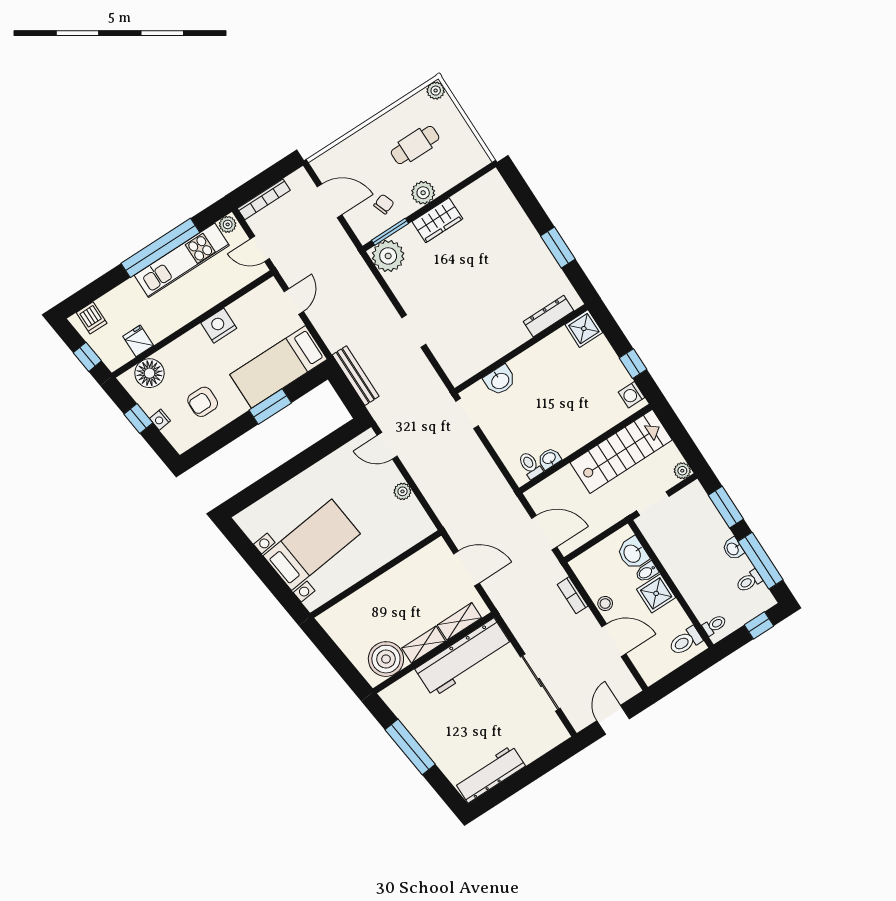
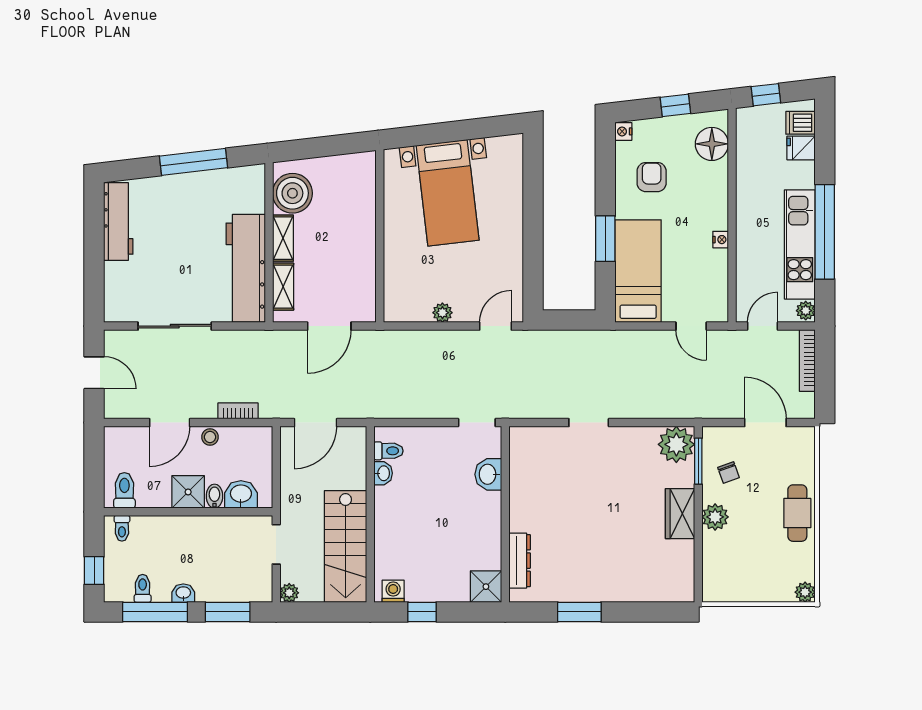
cafe table: (415, 145) -> (797, 513), moved
door: (330, 201) -> (765, 423), swing flipped
nightstand: (219, 326) -> (721, 240), width x0.53, depth x0.56
fridge: (138, 341) -> (801, 148), moved, turned 180
bench: (356, 376) -> (582, 339), removed
nightstand: (160, 420) -> (623, 131), moved, turned -83

